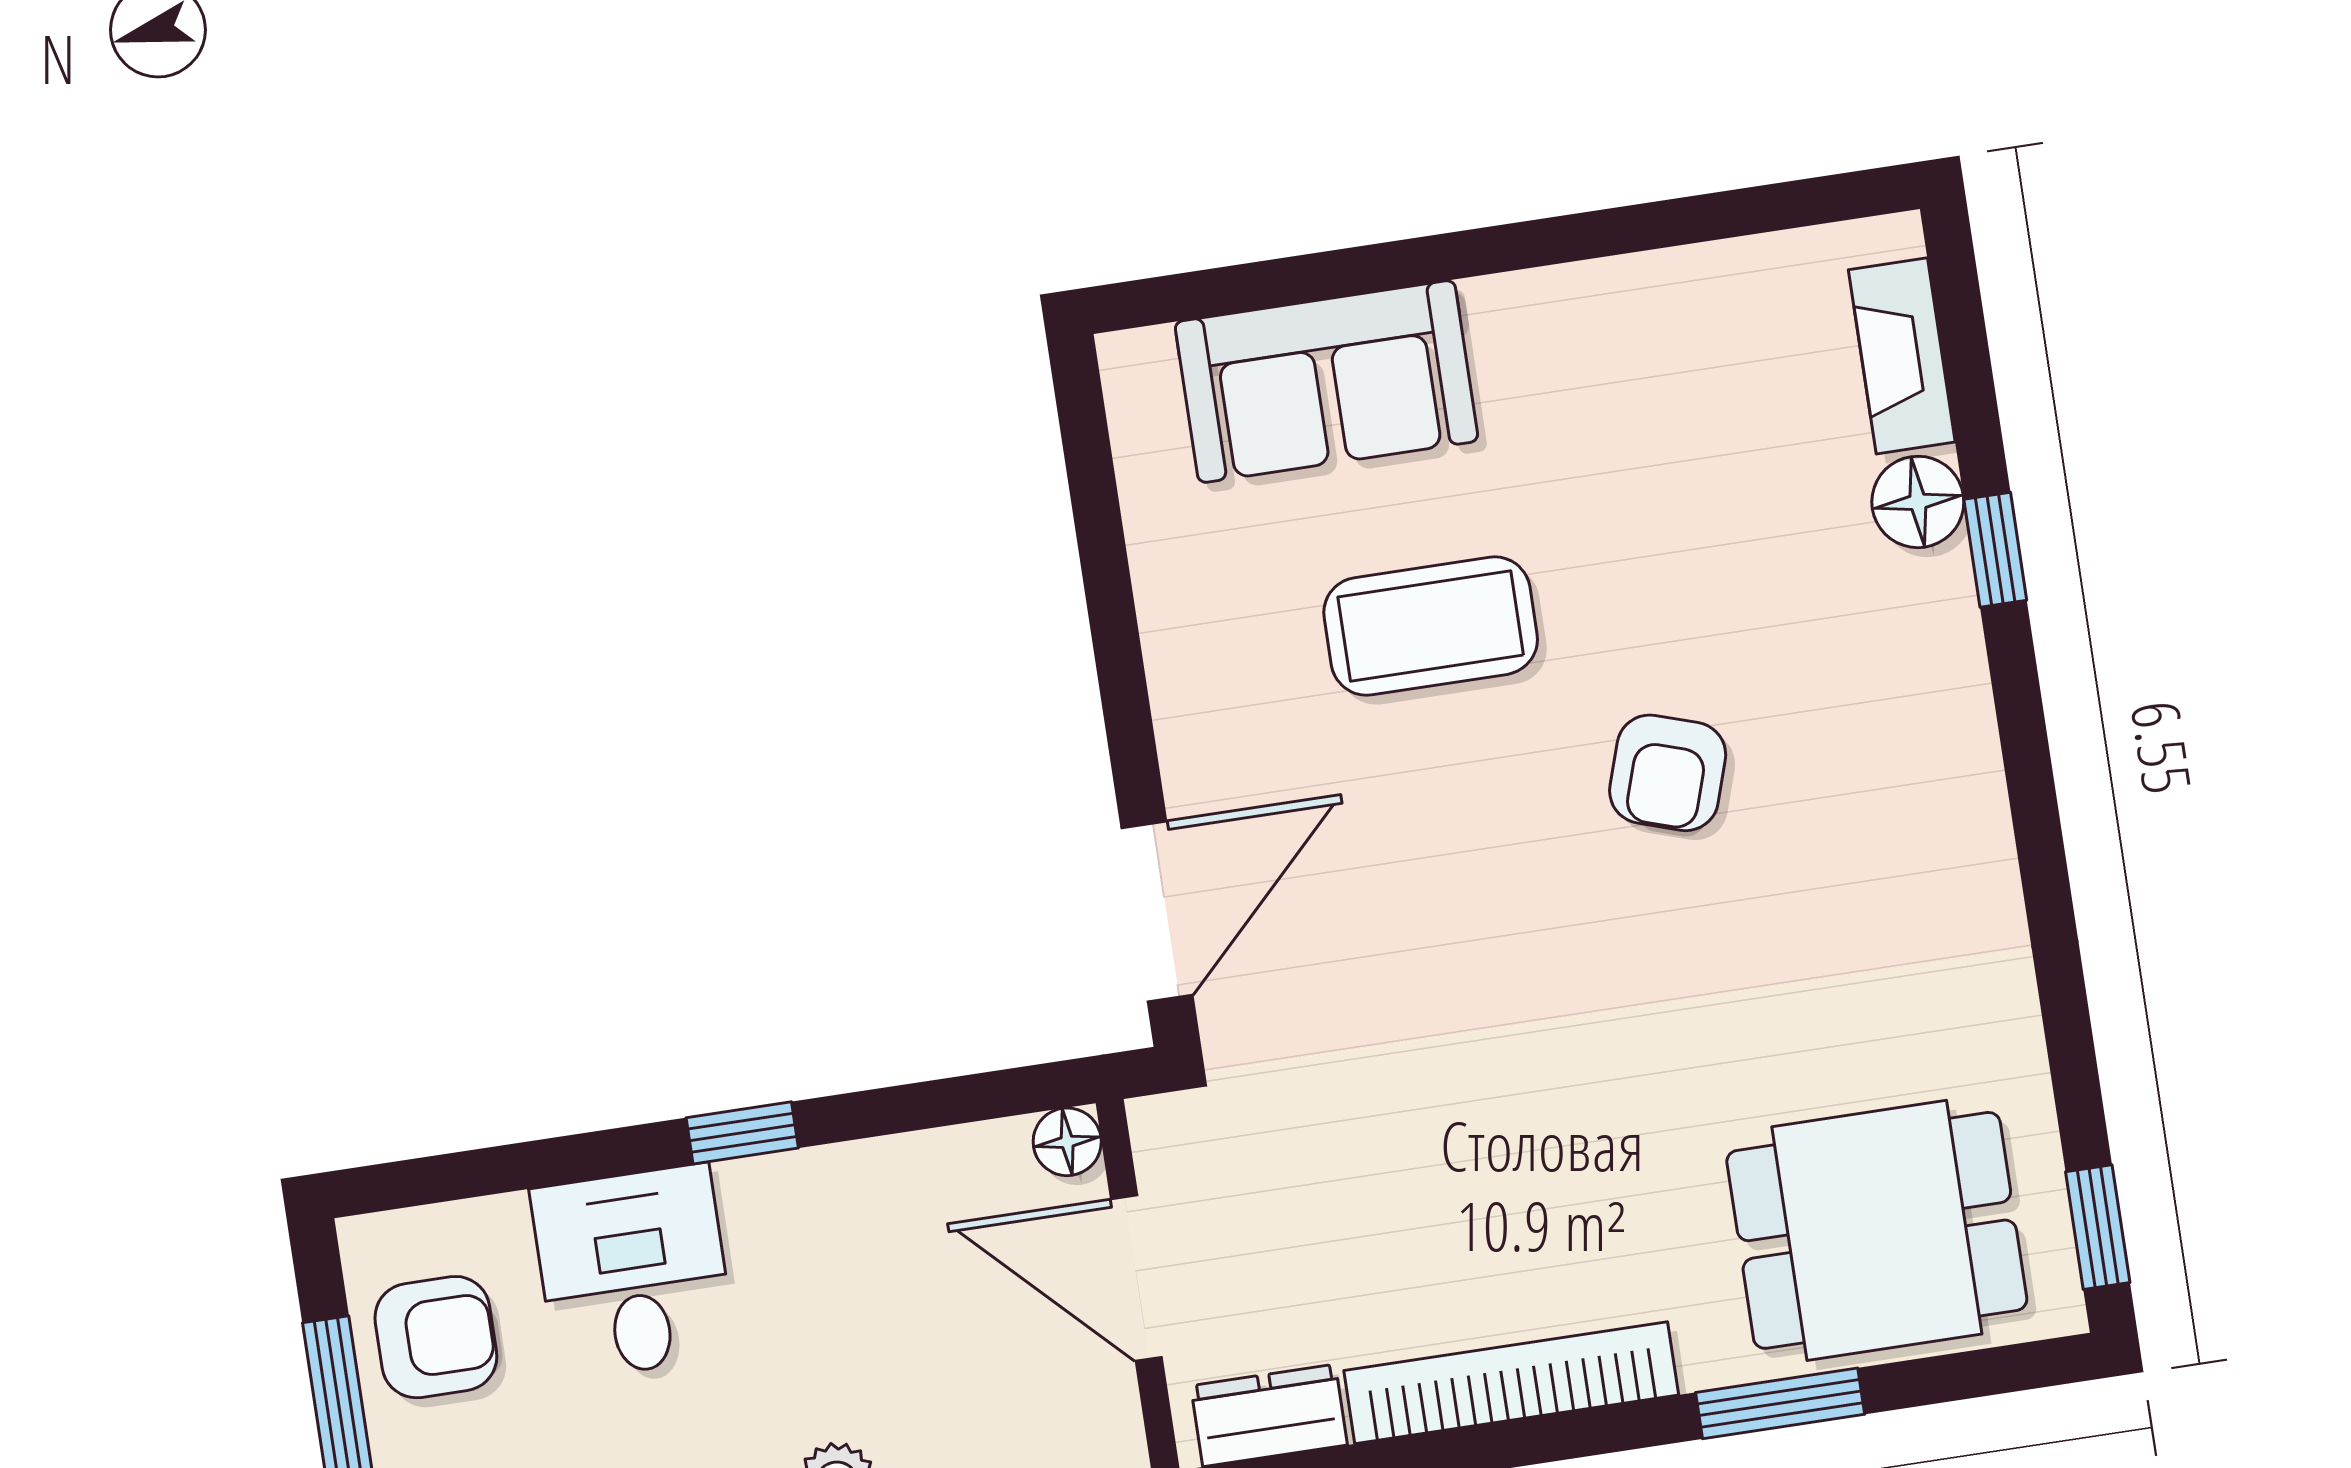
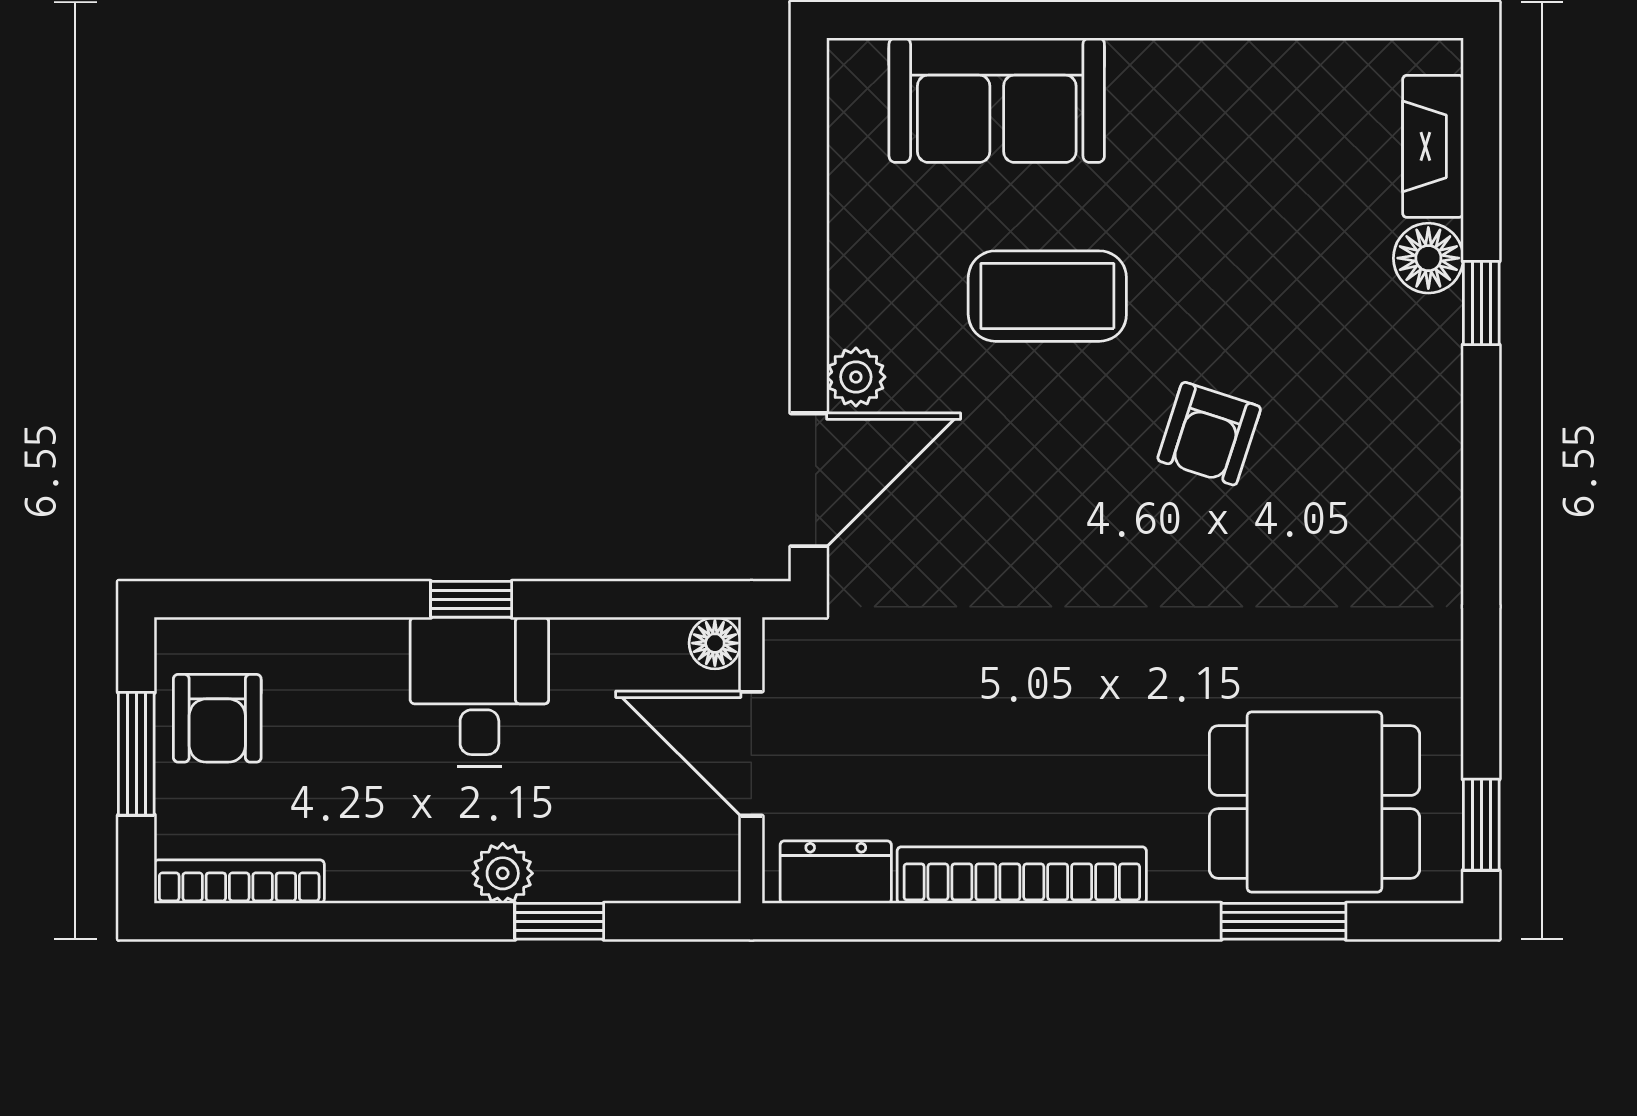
plant: (1198, 769) -> (856, 377), added
desk: (633, 1272) -> (479, 692), moved
armchair: (436, 1337) -> (217, 718), turned 90
window: (1780, 1403) -> (1284, 921), moved

